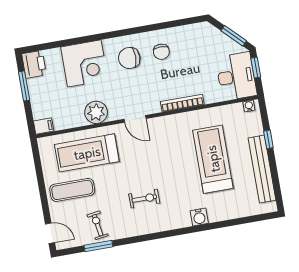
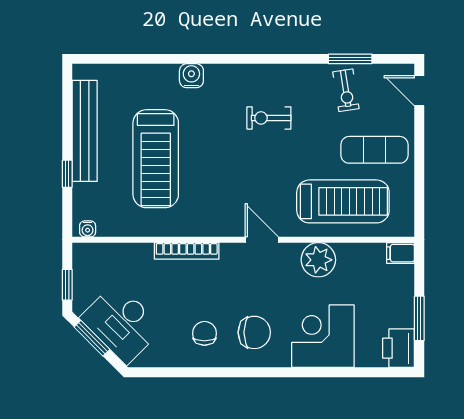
desk: (236, 76) -> (121, 323), moved, turned -45

